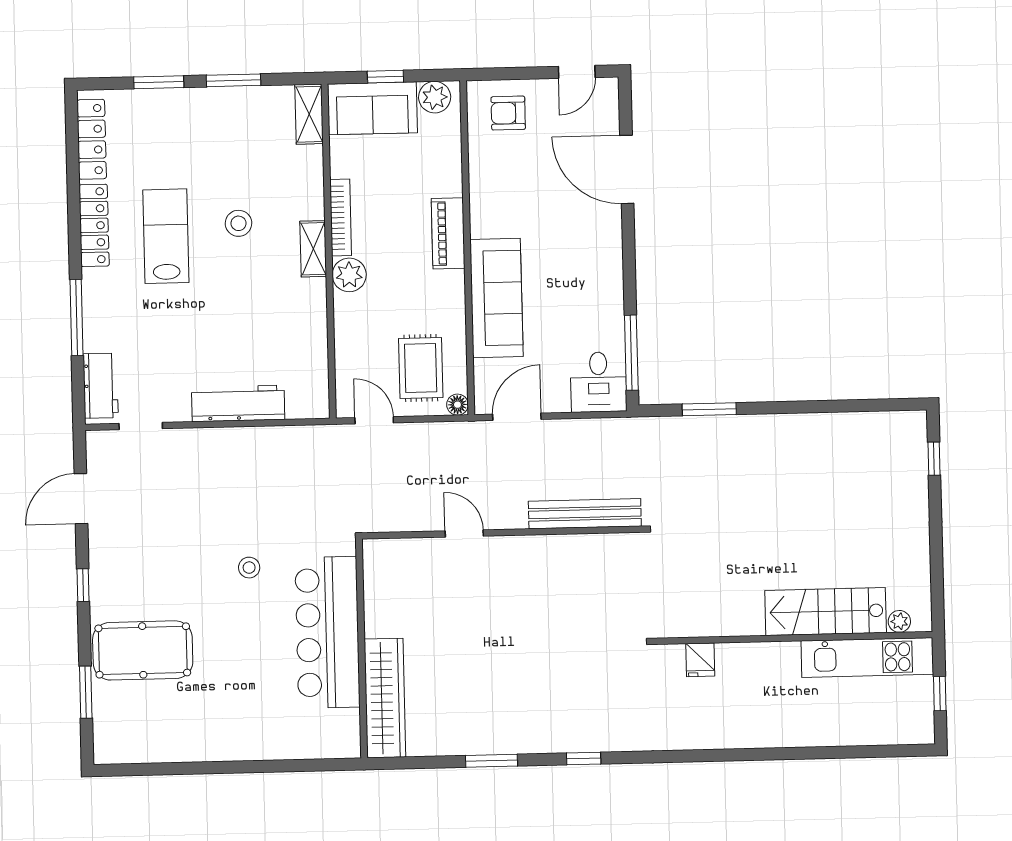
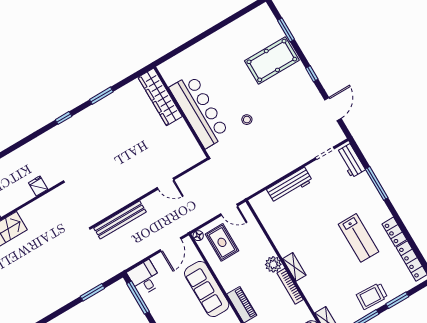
trolley: (201, 116) -> (372, 296), added
stool: (239, 223) -> (331, 260), removed
locker: (94, 225) -> (394, 232), width x0.66

